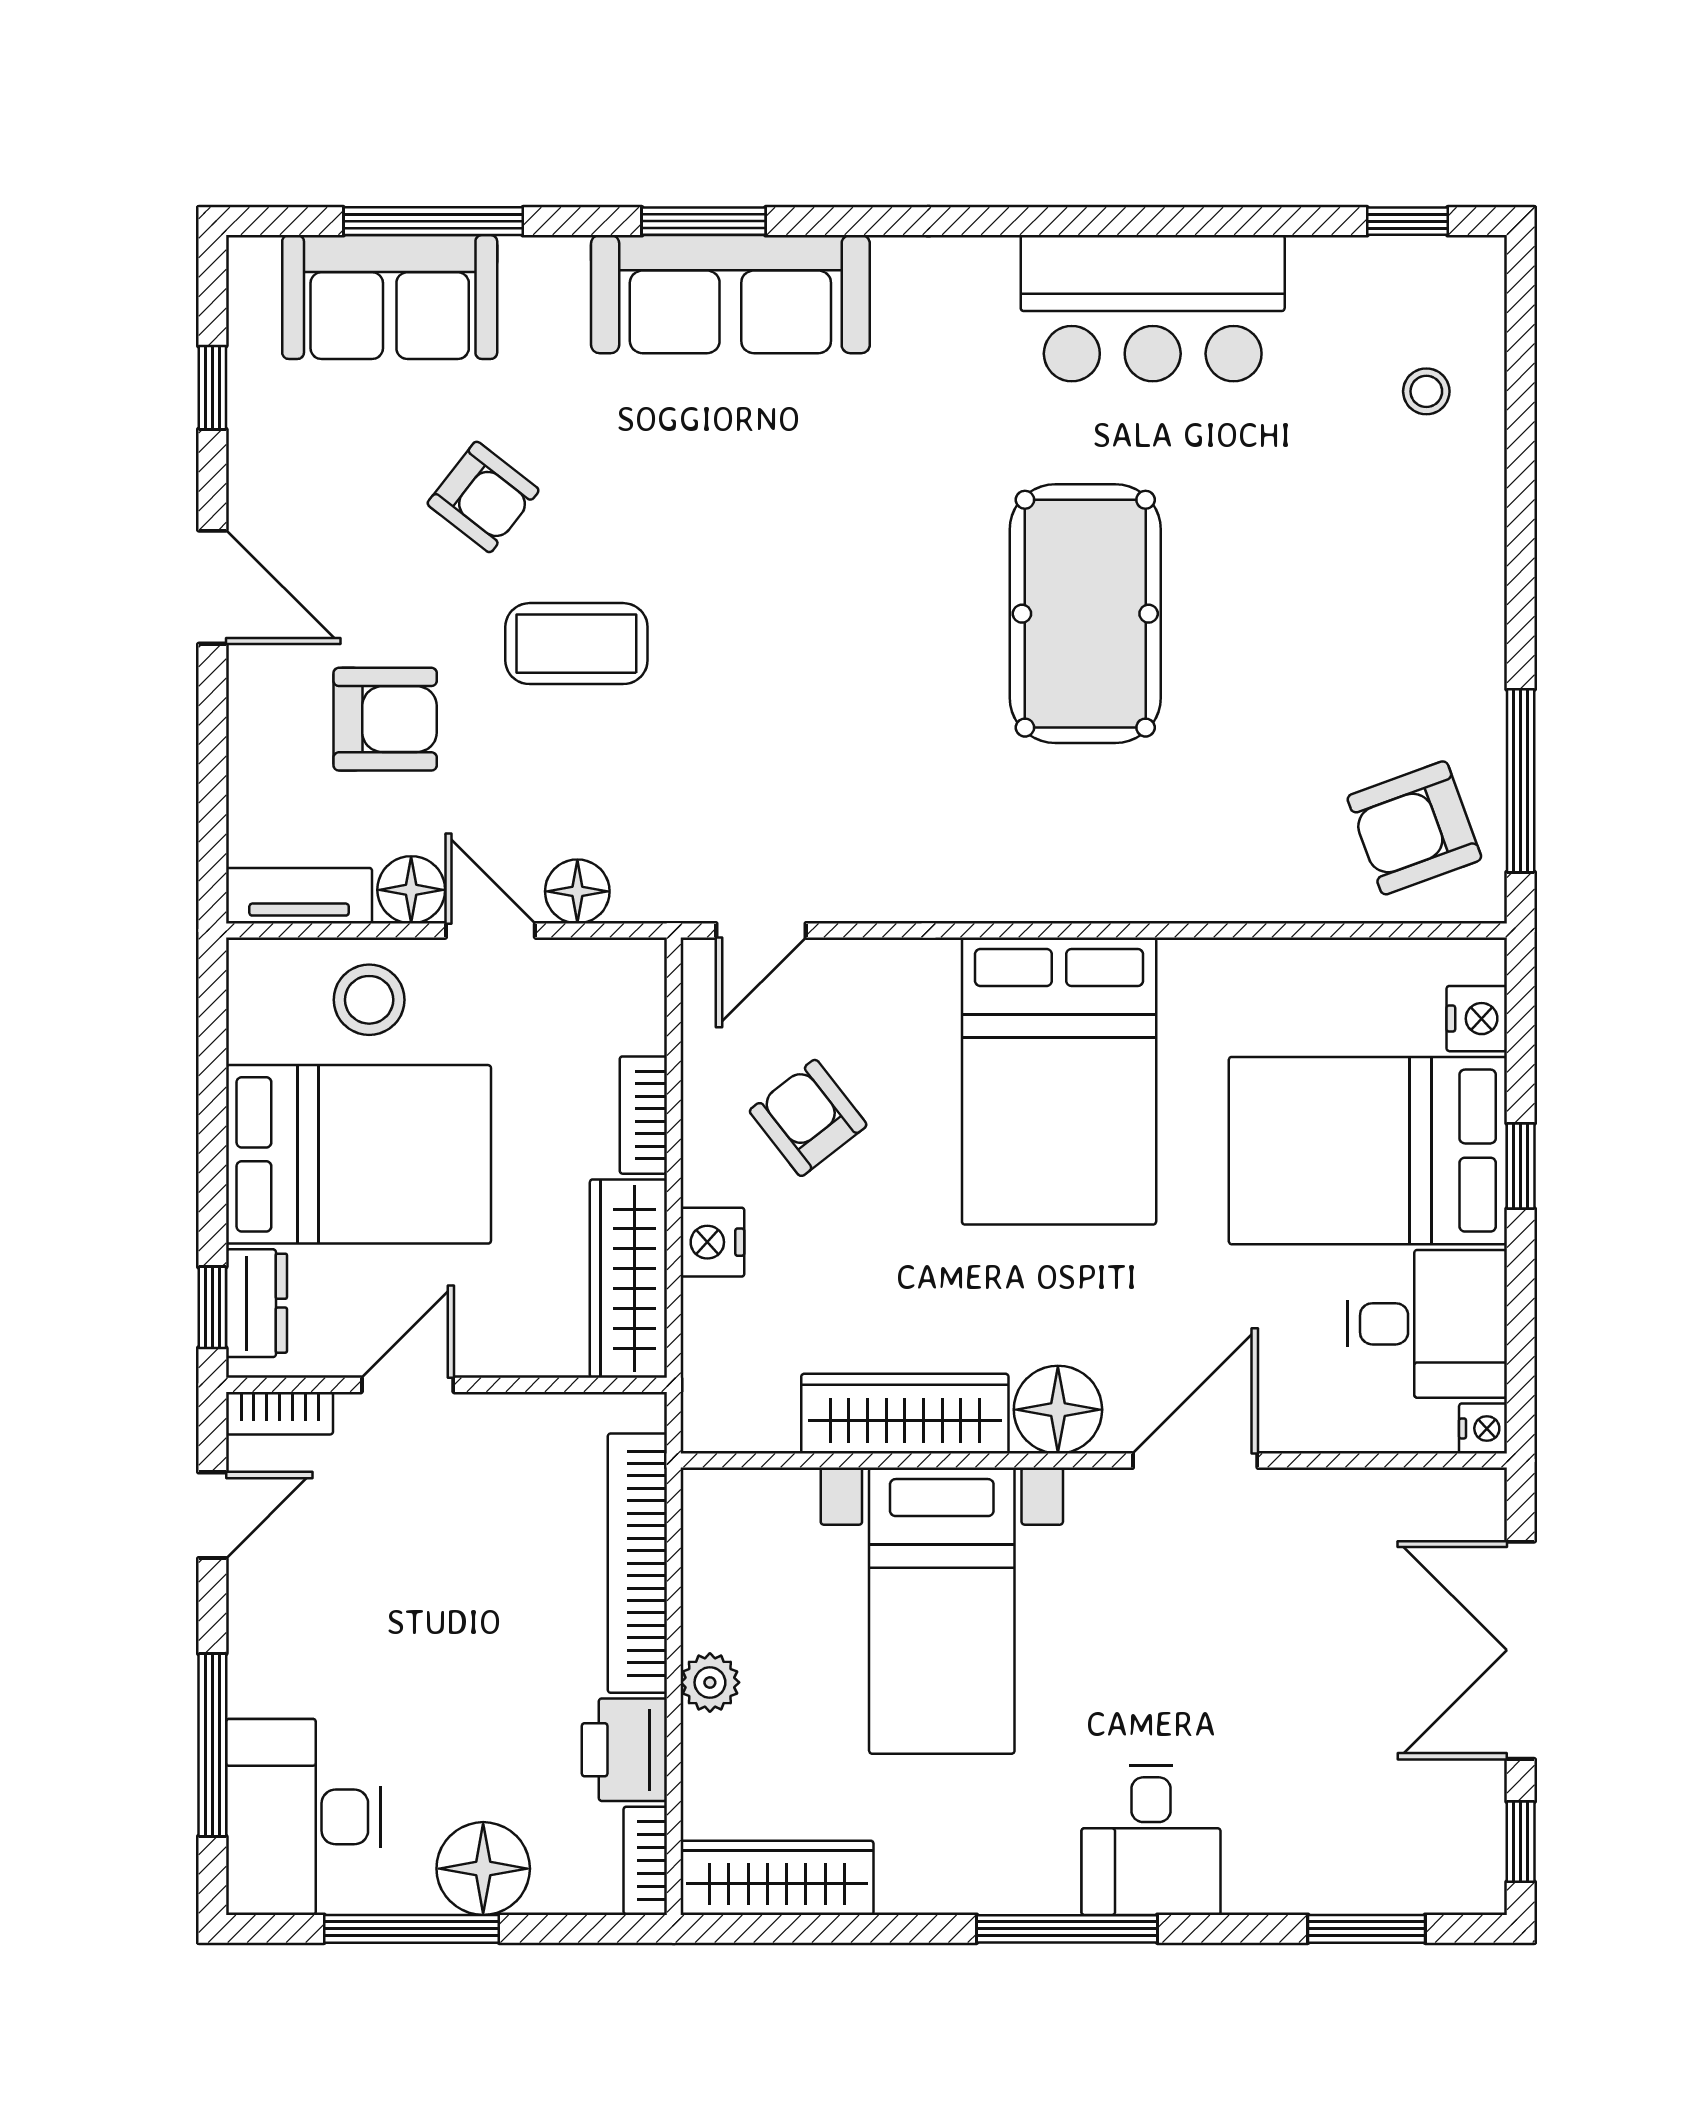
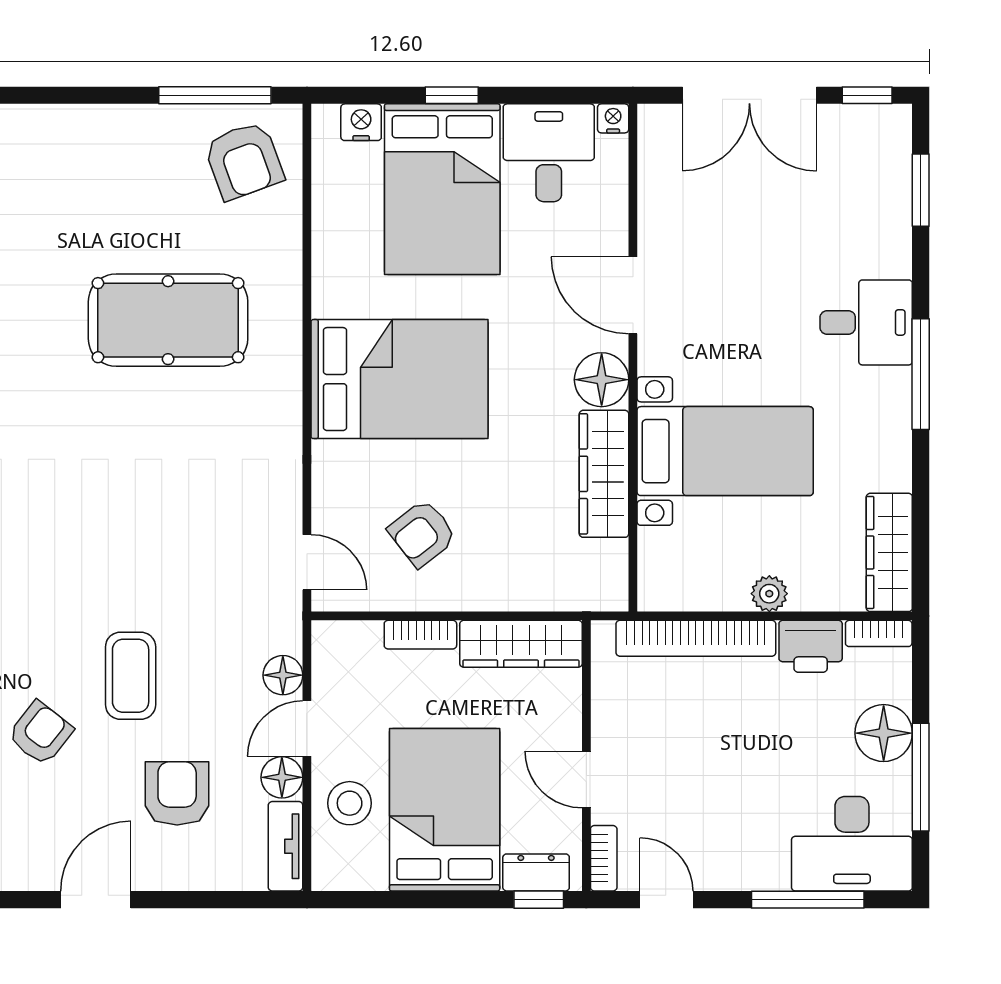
pool table: (1085, 614) -> (168, 320), moved
nightstand: (712, 1242) -> (499, 592), removed

